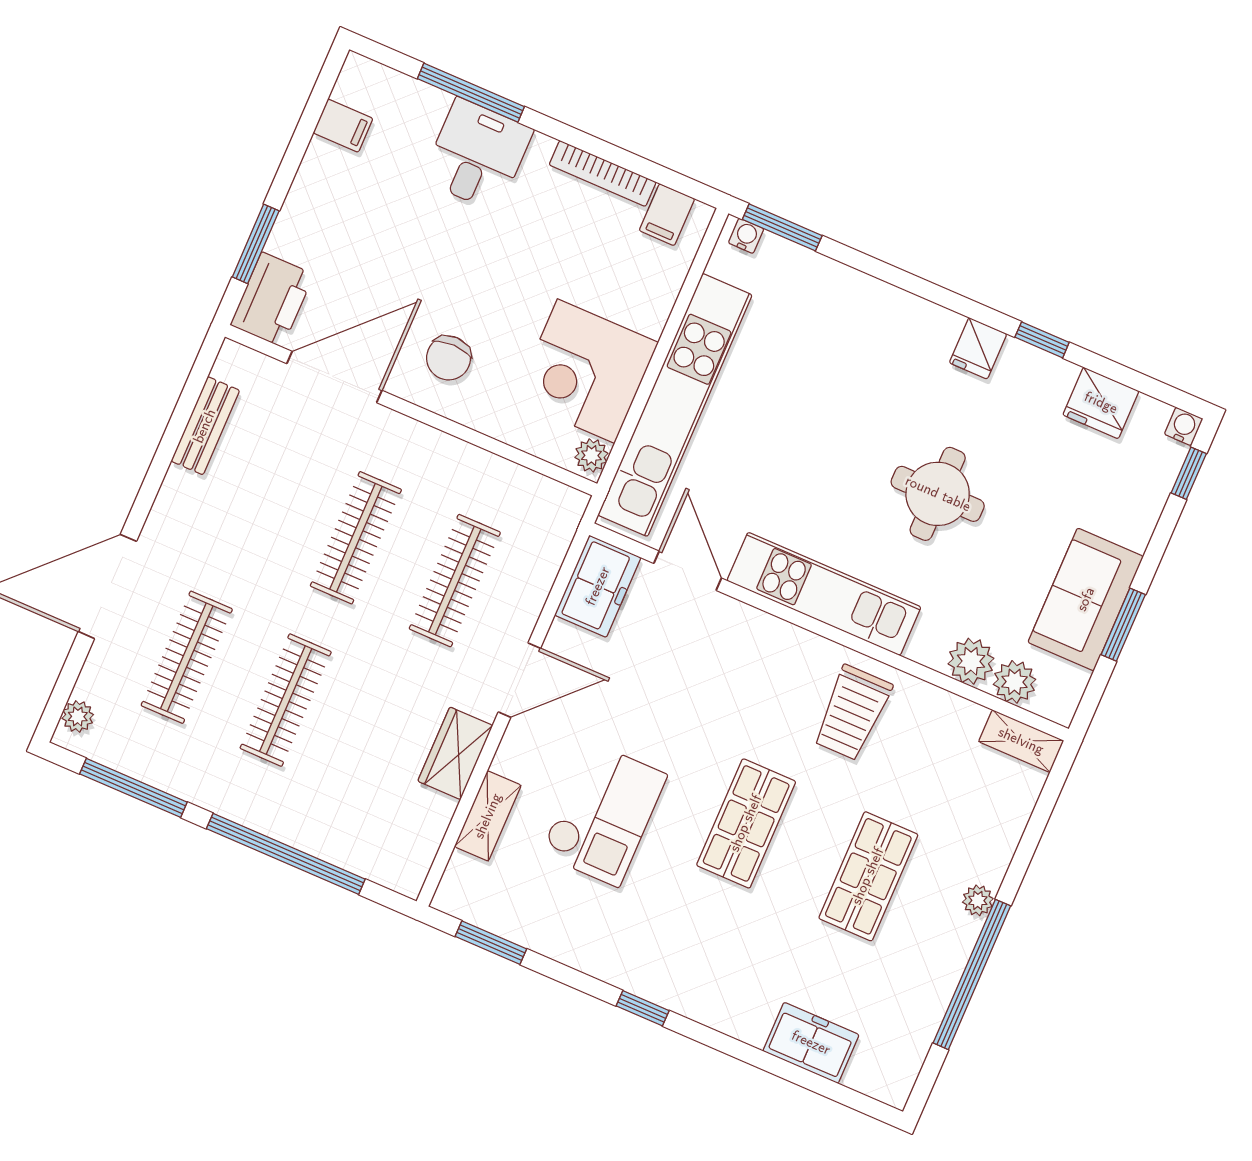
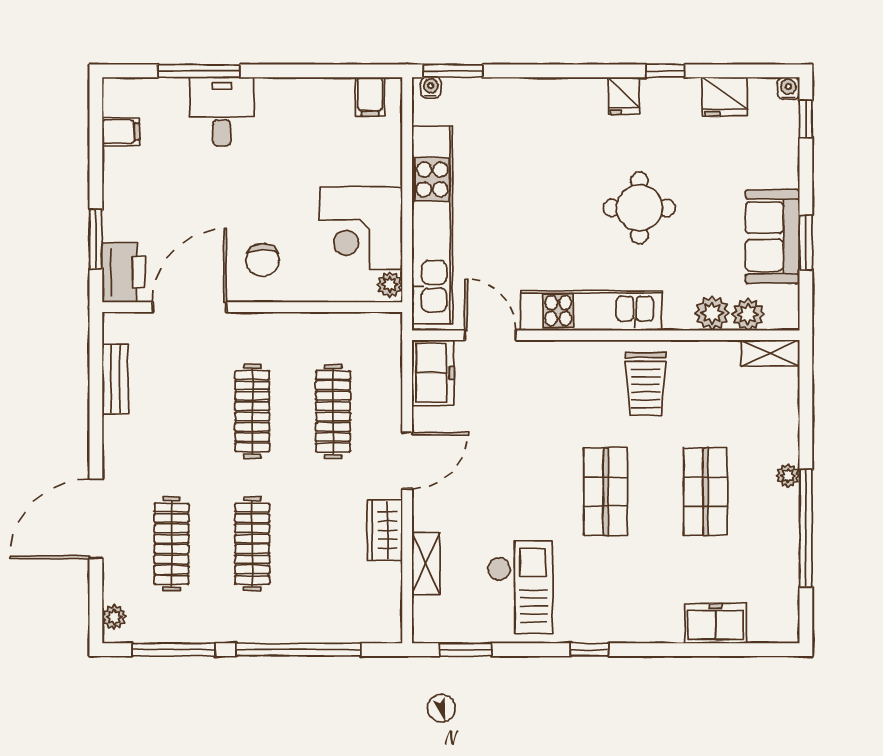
bookcase: (603, 173) -> (314, 87), removed
checkout: (604, 814) -> (520, 587), moved

